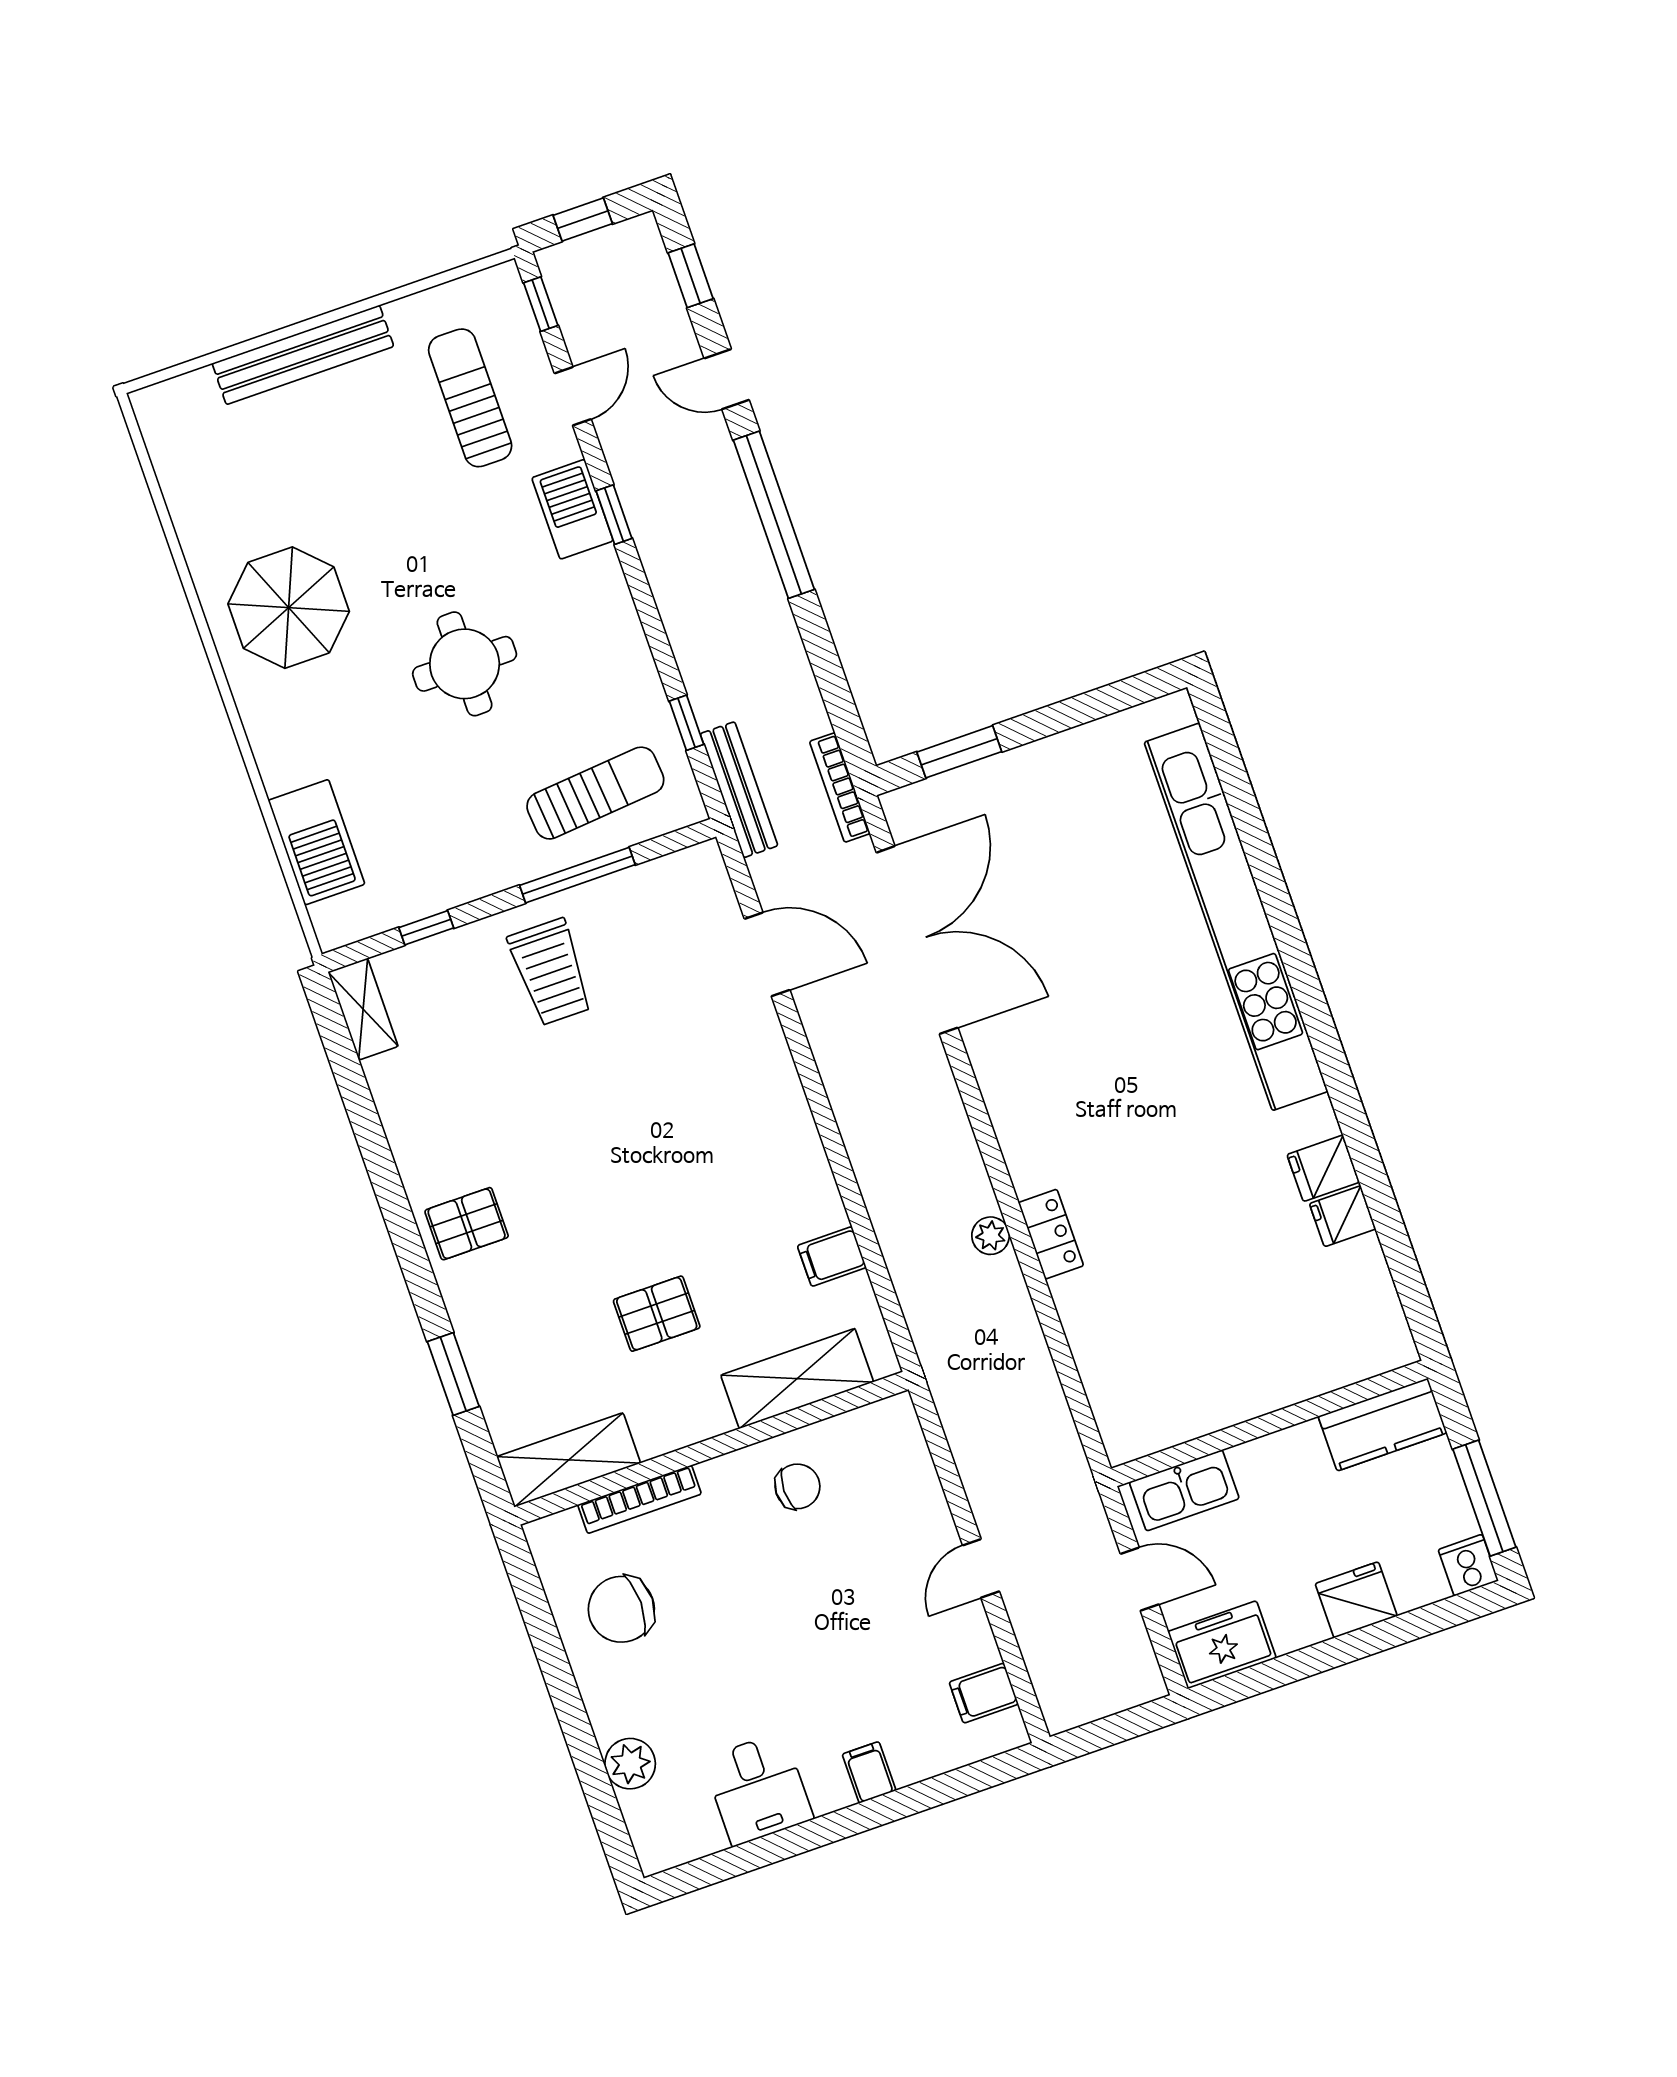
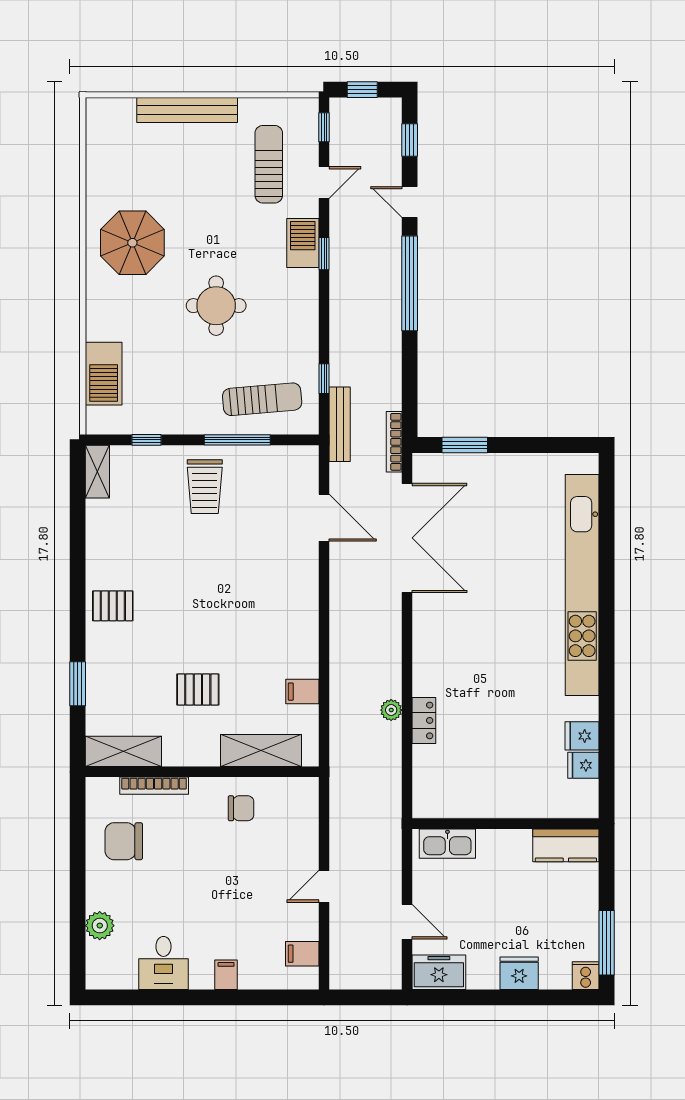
wall: (1269, 1423) -> (506, 824), moved
kitchen counter: (1382, 1425) -> (566, 845), moved
kitchen sink: (1184, 1490) -> (447, 844), moved

